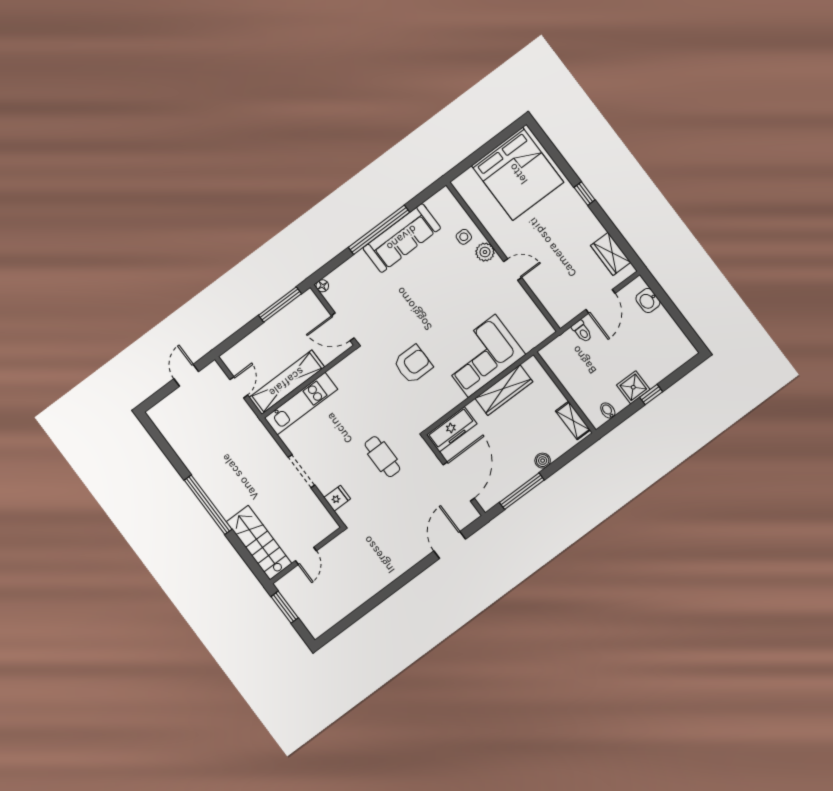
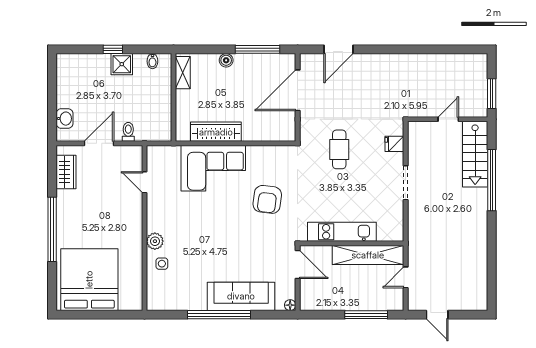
window: (585, 194) -> (52, 229), width x3.17
sofa: (402, 238) -> (241, 296), moved
door: (513, 270) -> (145, 182), moved
window: (280, 304) -> (366, 315), moved
armchair: (413, 364) -> (267, 199), turned -83
door: (186, 375) -> (437, 315), hinge flipped
kitchen unit: (301, 404) -> (342, 232), moved
freezer: (452, 429) -> (275, 132), removed
window: (208, 505) -> (492, 180), moved

